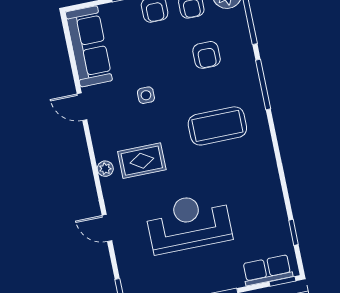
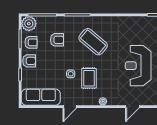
coffee table: (217, 126) -> (93, 42), turned -50
rug: (142, 161) -> (89, 78), moved

